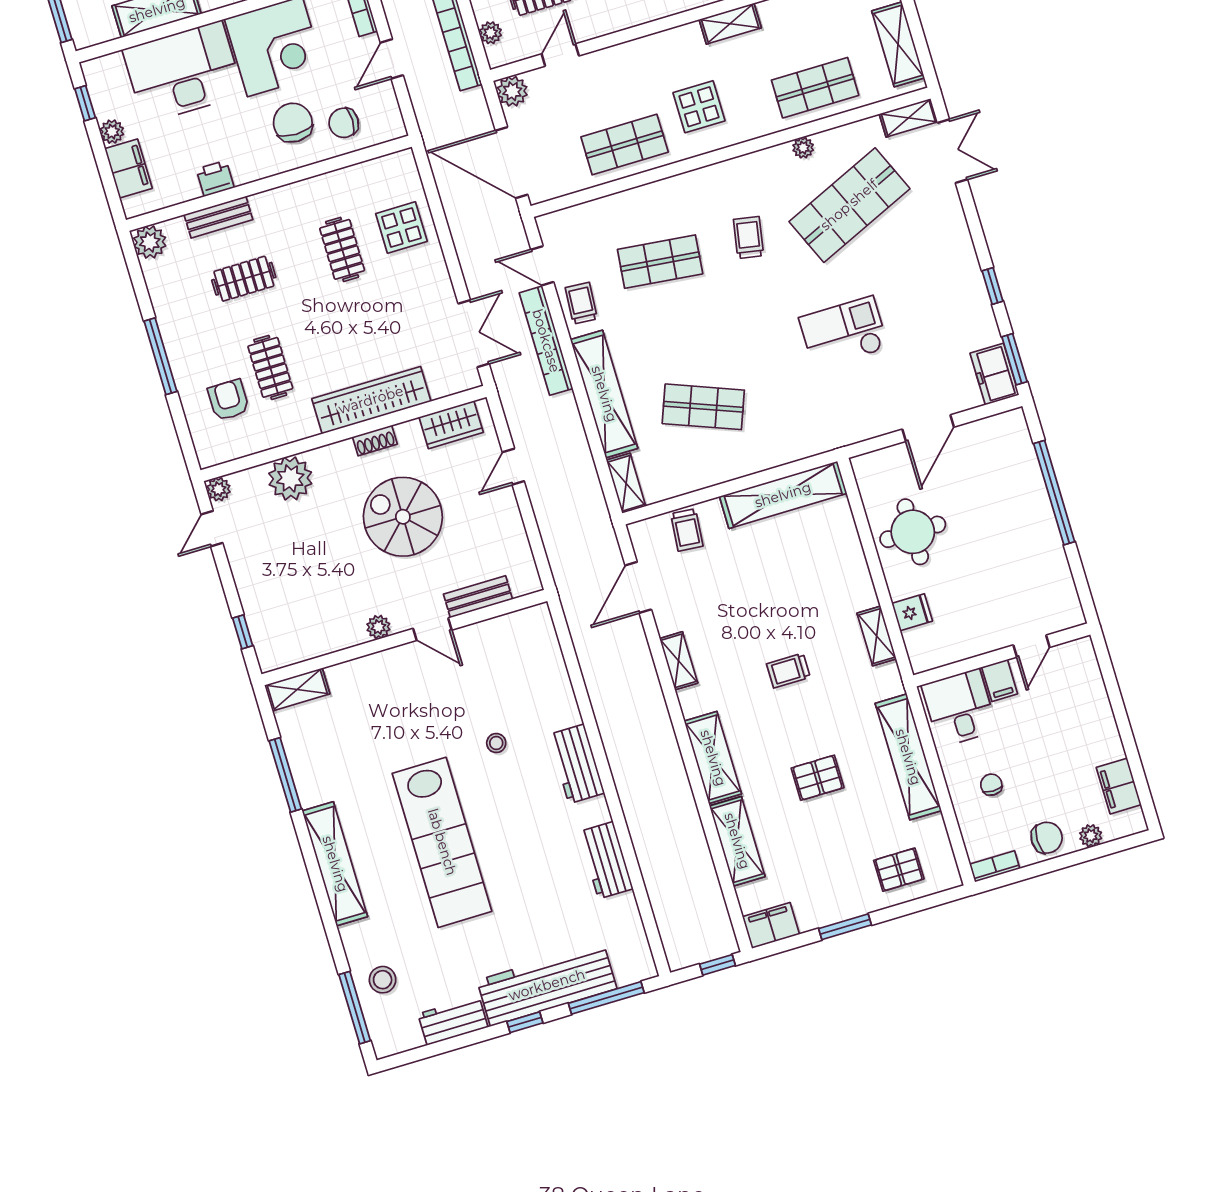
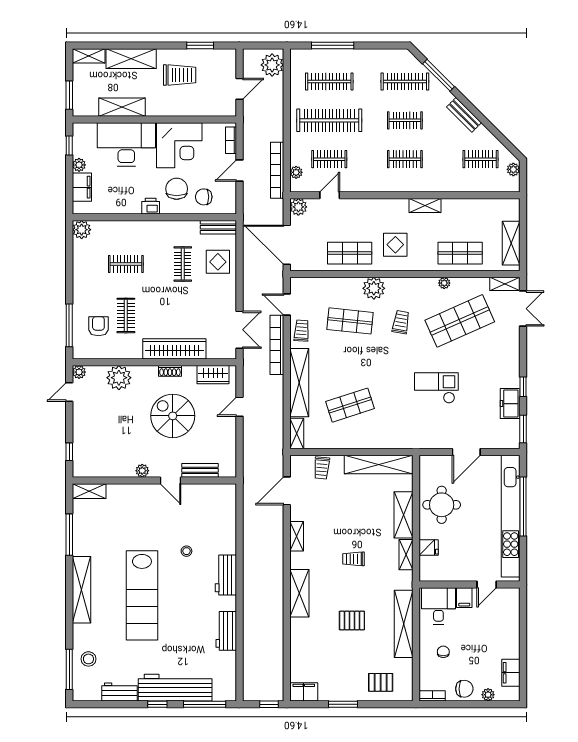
printer: (215, 178) -> (151, 206), moved
plant: (684, 193) -> (374, 288), added
bench: (218, 217) -> (218, 227), moved
window: (161, 356) -> (69, 325), moved
freezer: (995, 374) -> (510, 404), moved
shop shelf: (703, 407) -> (350, 405), turned -39
kitchen unit: (1038, 516) -> (511, 516), added
shelving: (737, 841) -> (403, 515), moved

